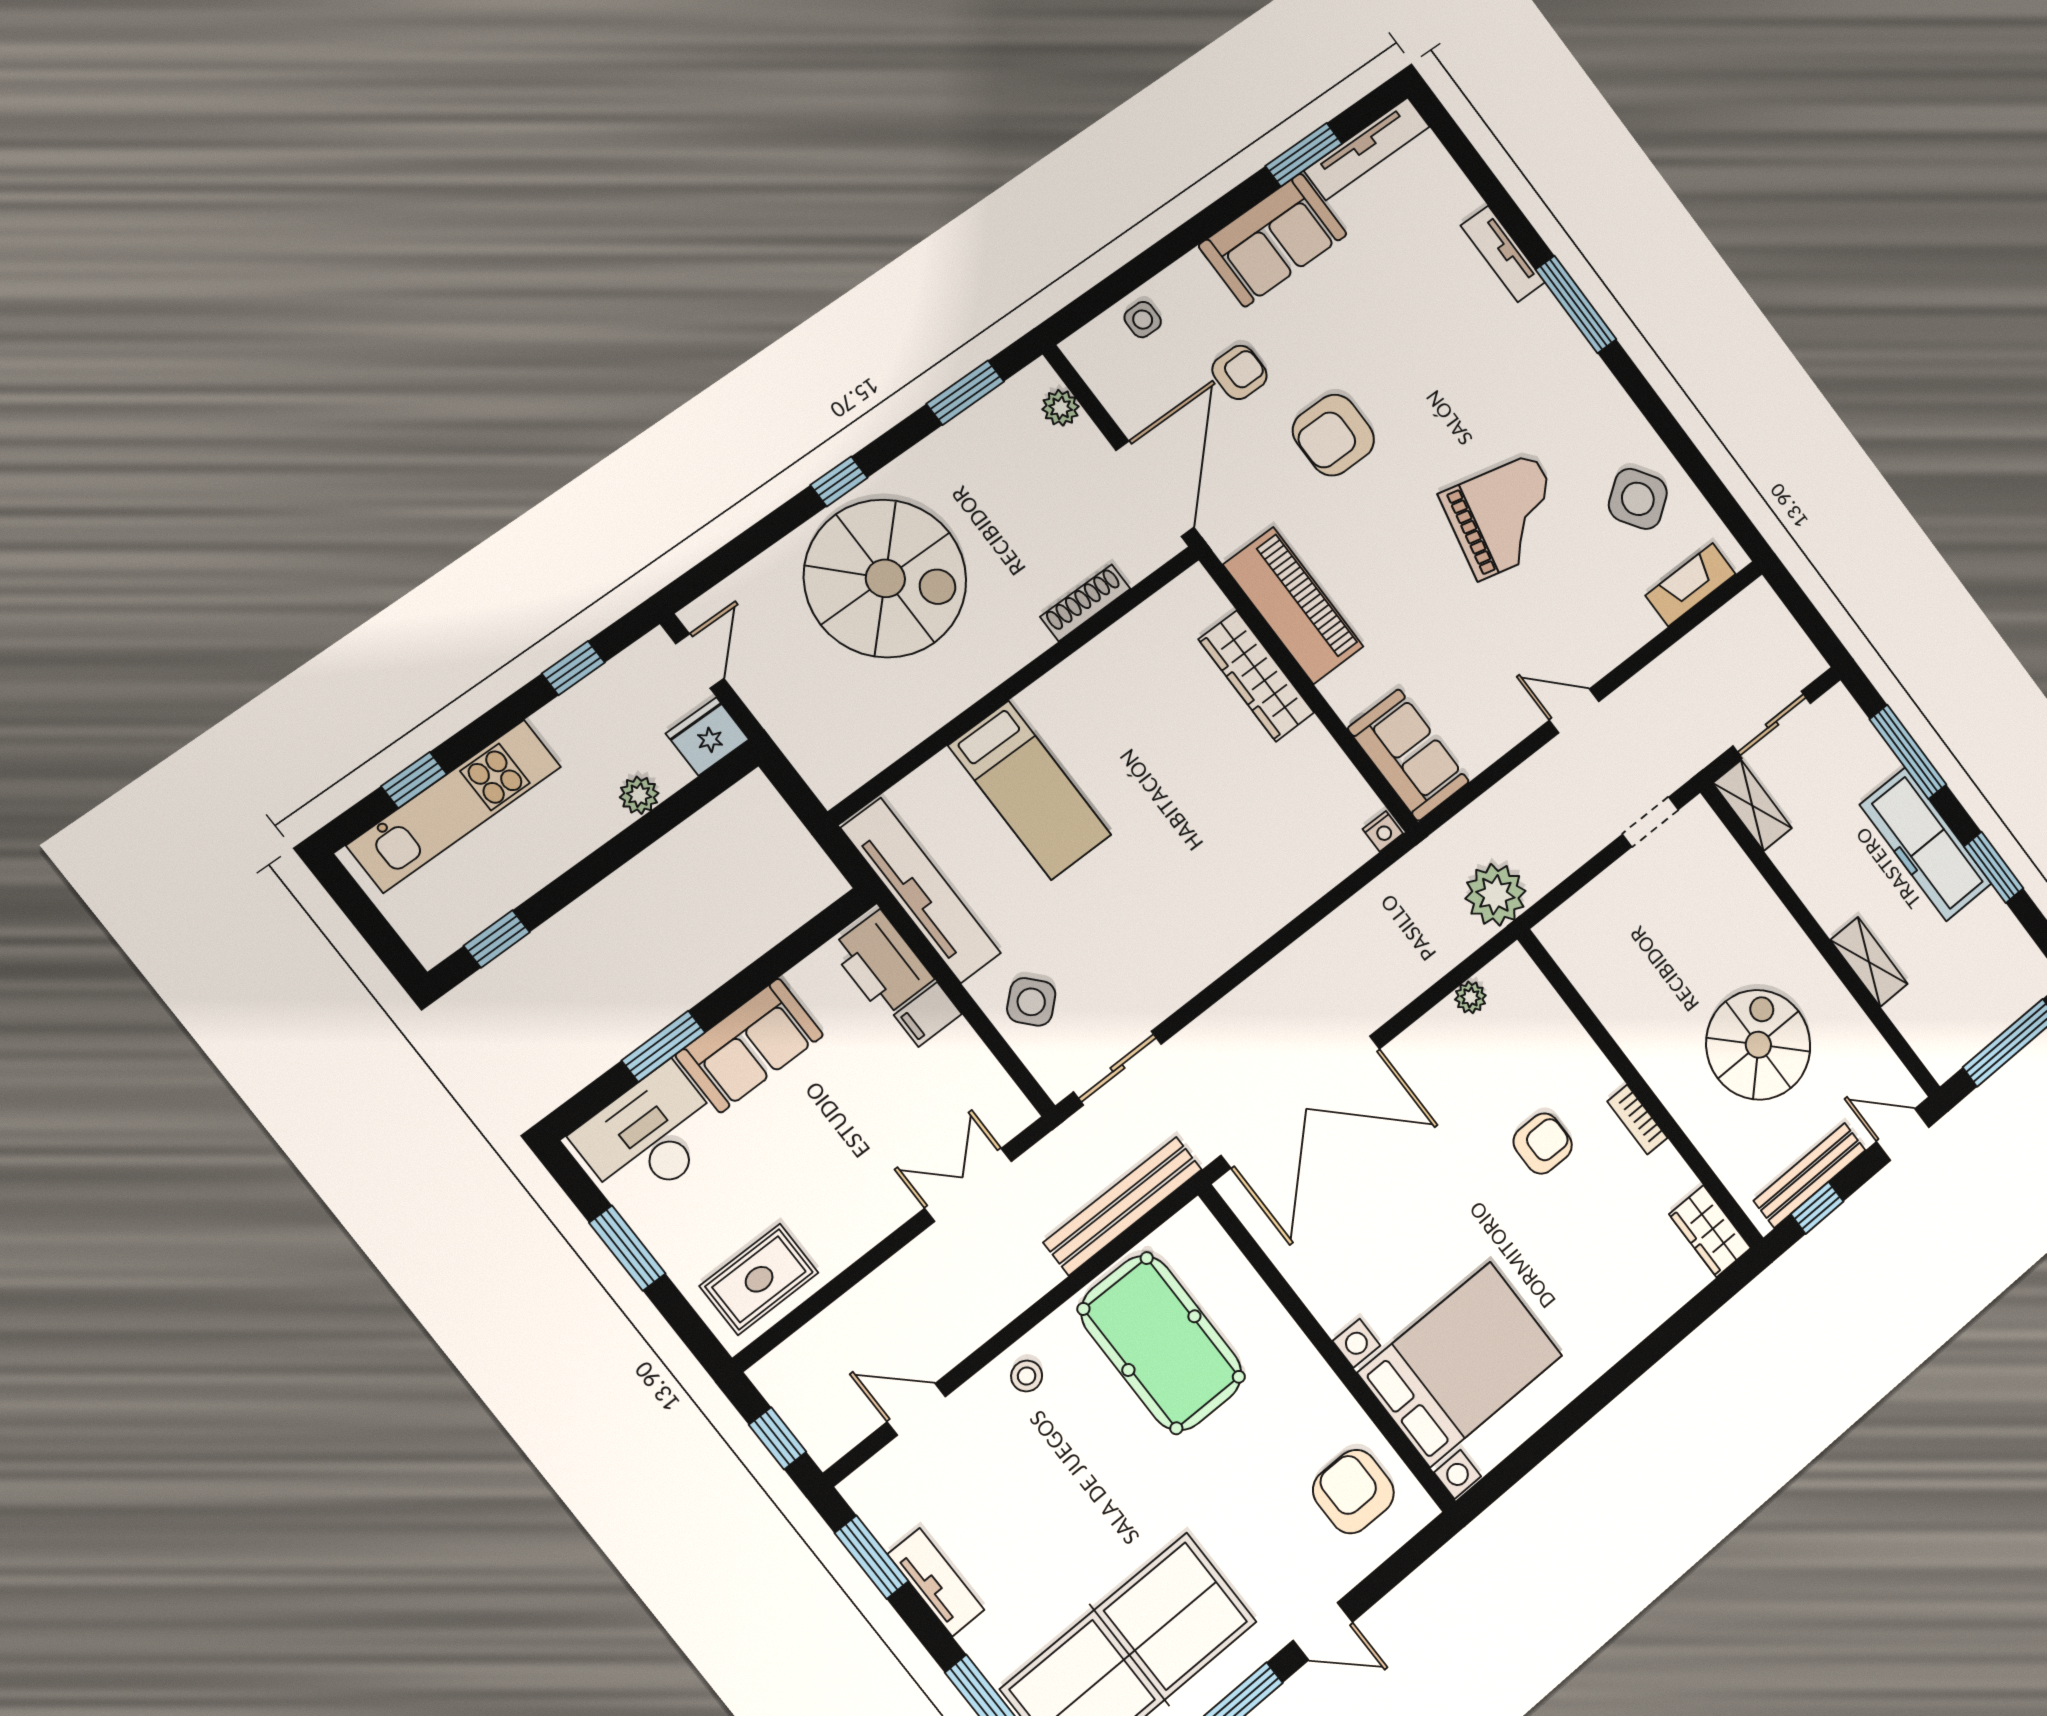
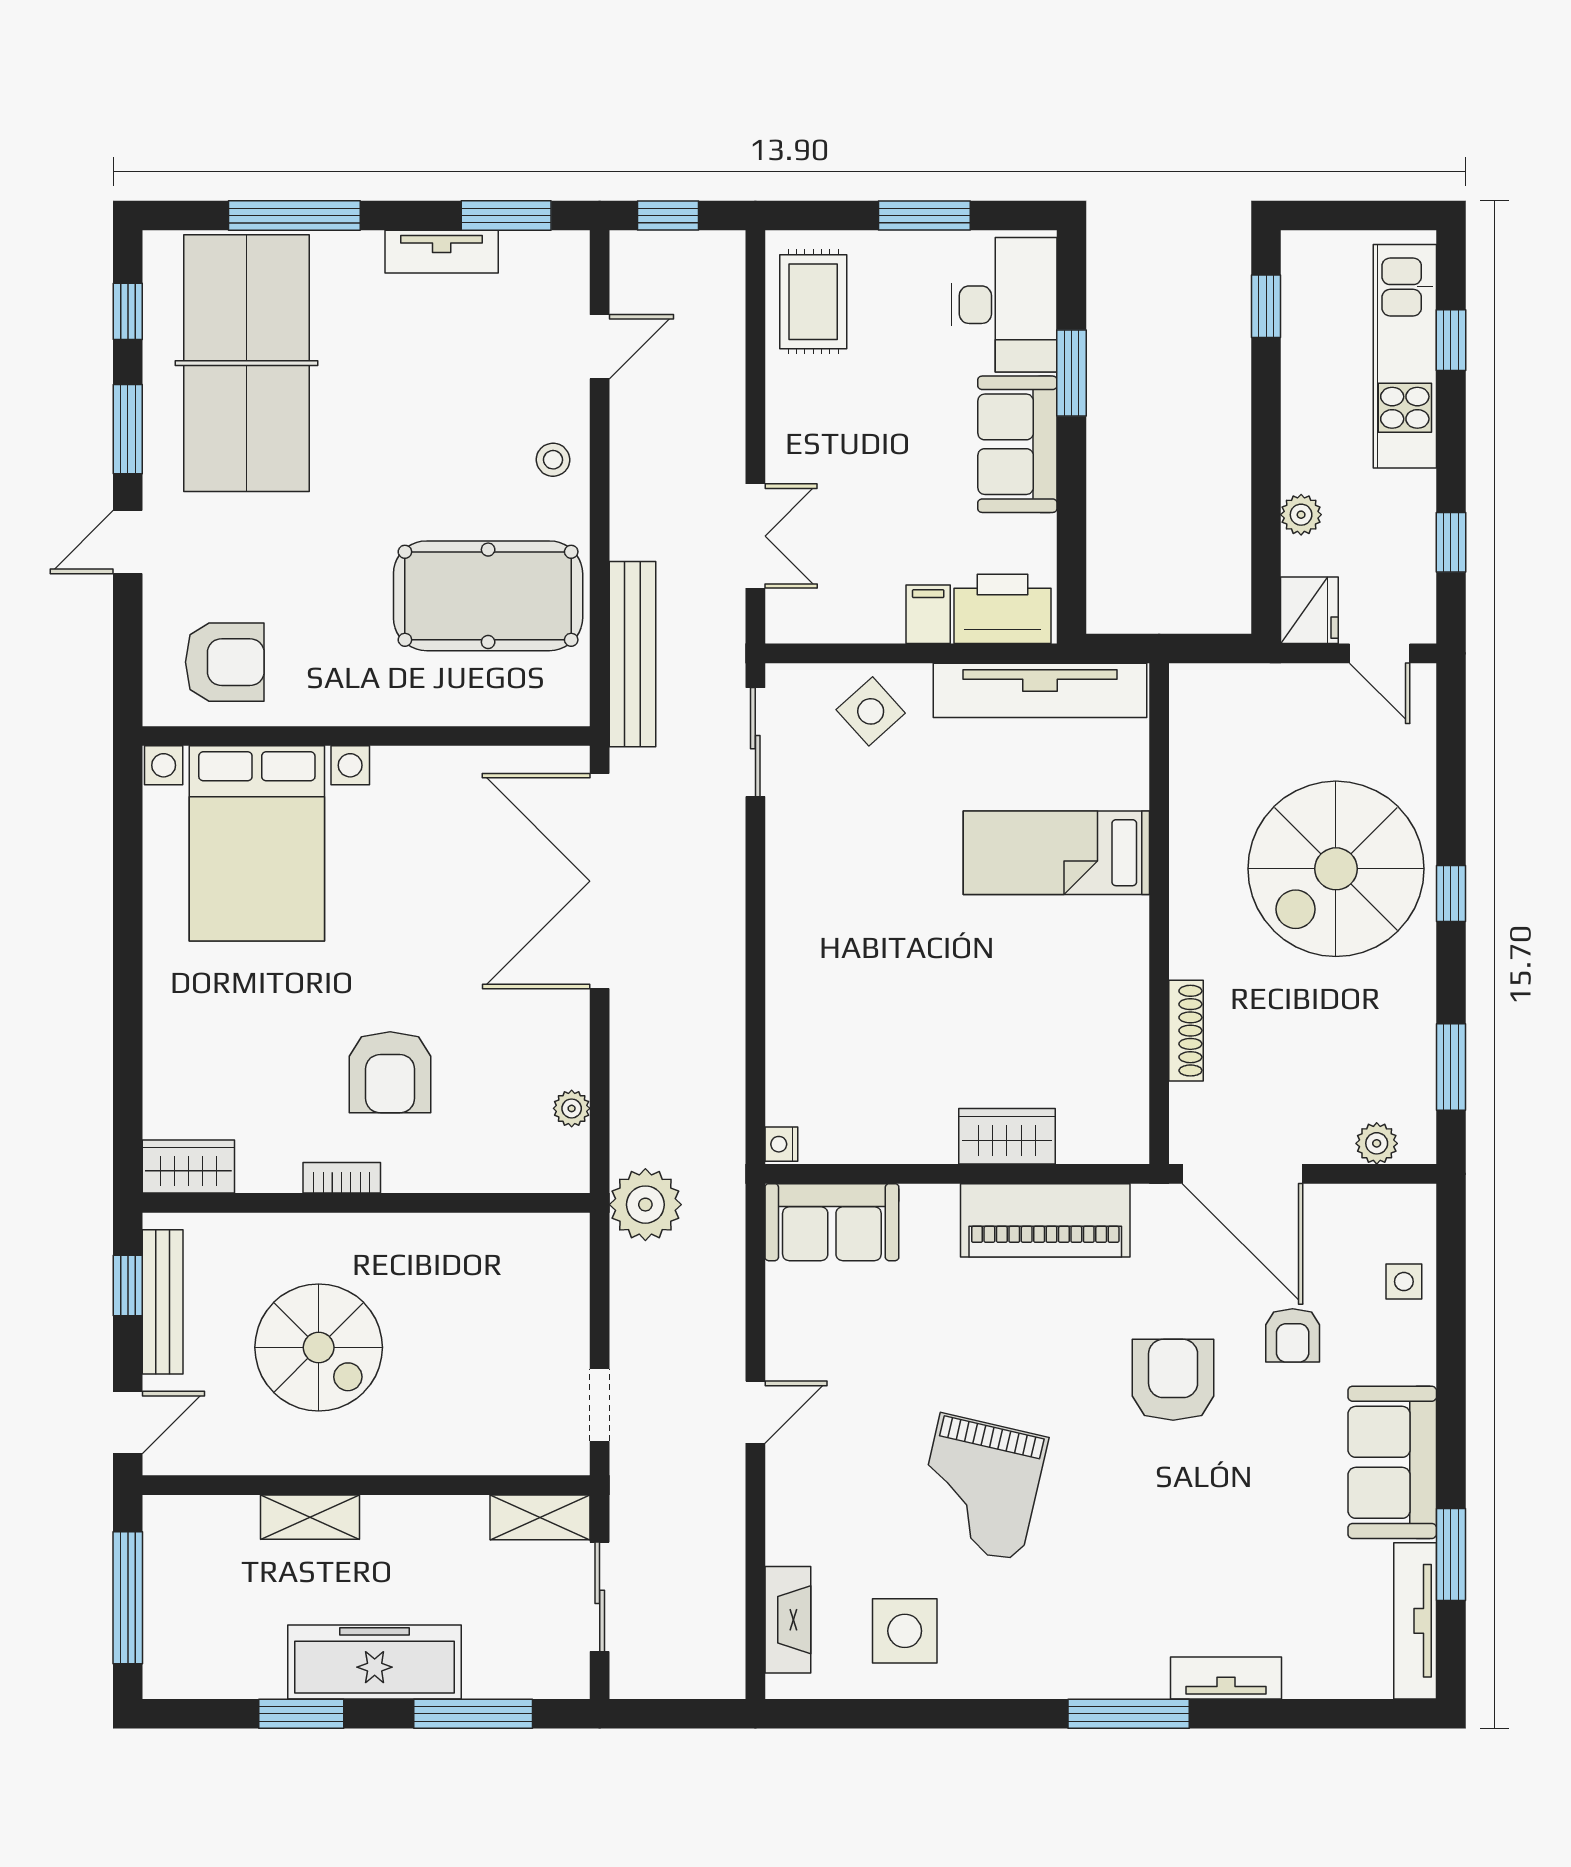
side table: (1638, 499) -> (905, 1631), turned 35
wardrobe: (1256, 676) -> (1007, 1136), width x0.67
armchair: (1543, 1144) -> (390, 1072), width x1.38, depth x1.38

